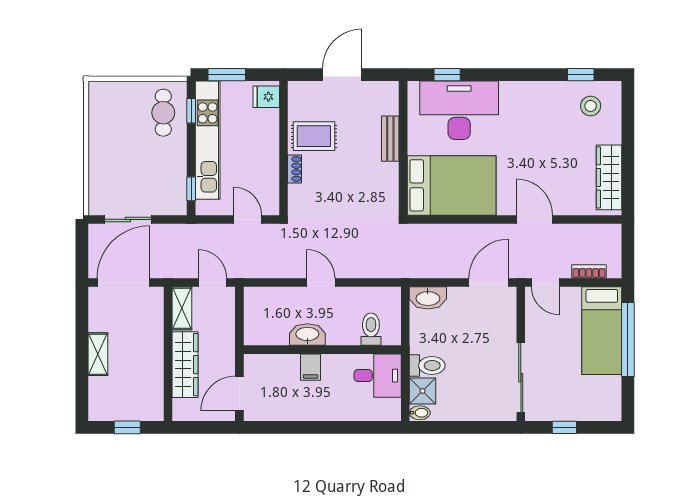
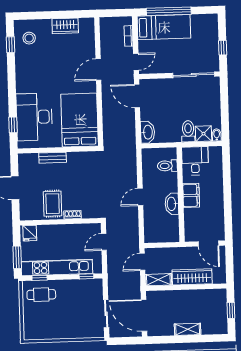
wardrobe: (609, 177) -> (65, 26), width x0.67
filing cabinet: (310, 367) -> (191, 195), width x2.00

